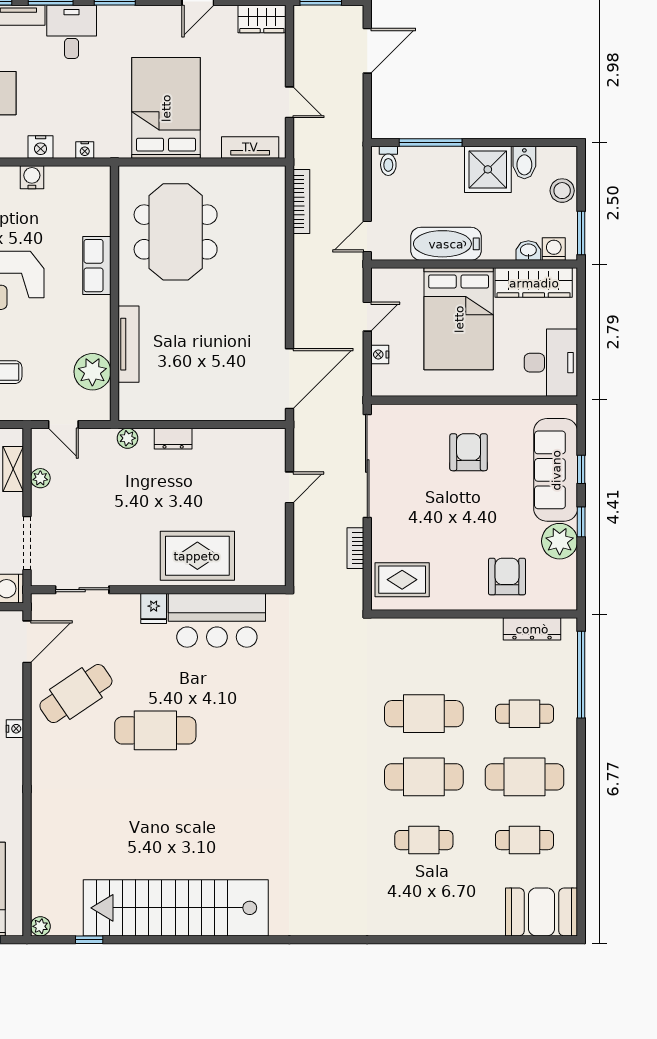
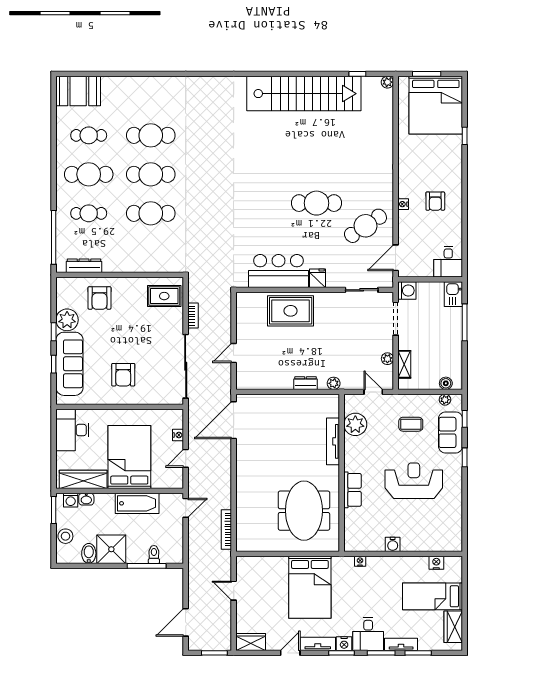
nightstand: (41, 147) -> (344, 644), moved, turned 180
tv unit: (250, 147) -> (318, 644), moved, turned 180
toilet: (388, 161) -> (154, 555), moved
cafe table: (424, 840) -> (151, 135), width x1.37, depth x1.35

